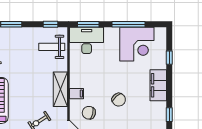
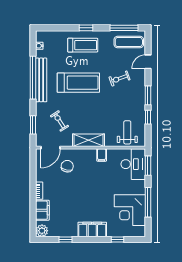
window: (50, 24) -> (148, 117), moved
filing cabinet: (77, 94) -> (102, 155), moved
chair: (119, 100) -> (79, 193), removed

